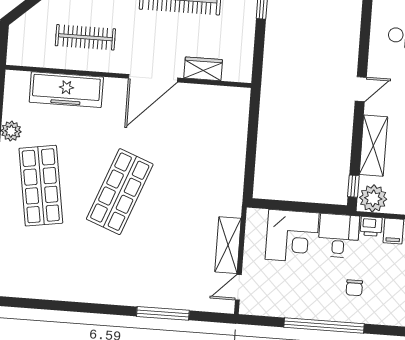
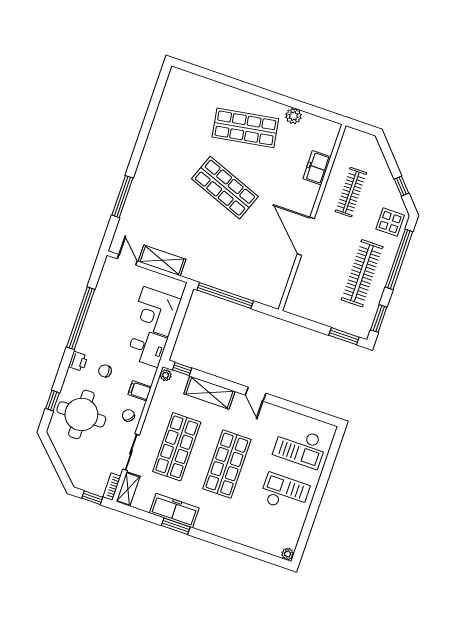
wardrobe: (203, 69) -> (303, 277), removed
freezer: (66, 90) -> (317, 168), width x0.52, depth x0.79
window: (251, 157) -> (225, 296), added
plant: (373, 198) -> (166, 375), width x0.53, depth x0.53
printer: (371, 226) -> (78, 361), moved, turned 180
chair: (354, 288) -> (105, 371), moved

